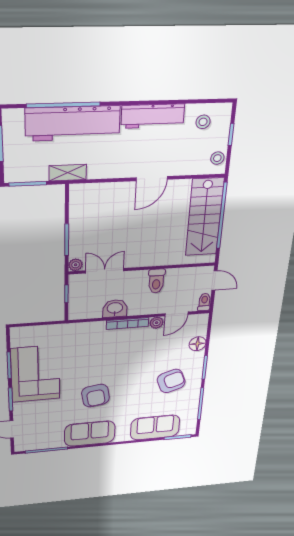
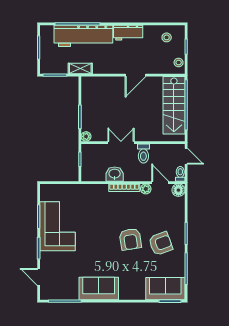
workbench: (153, 116) -> (128, 33), width x0.73
double door: (105, 271) -> (121, 143), moved
door: (177, 314) -> (160, 183), swing flipped
floor lamp: (198, 344) -> (178, 190), moved
armchair: (96, 396) -> (130, 239), moved
sofa: (155, 427) -> (165, 289), moved

